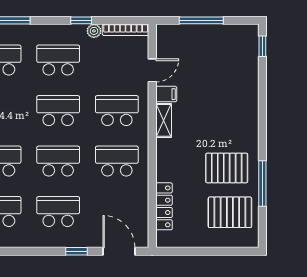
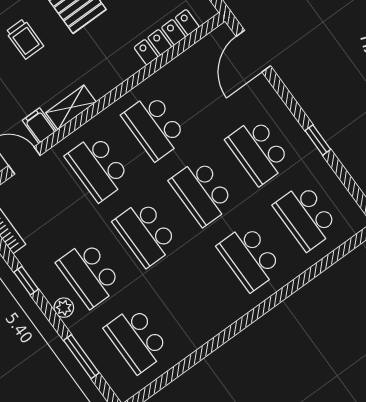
plant: (94, 31) -> (64, 308), moved
trolley: (223, 122) -> (25, 39), added
window: (77, 251) -> (318, 140), moved

